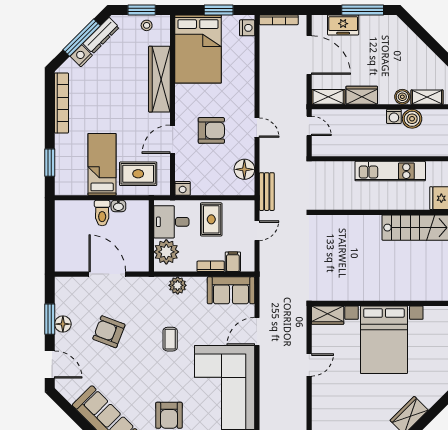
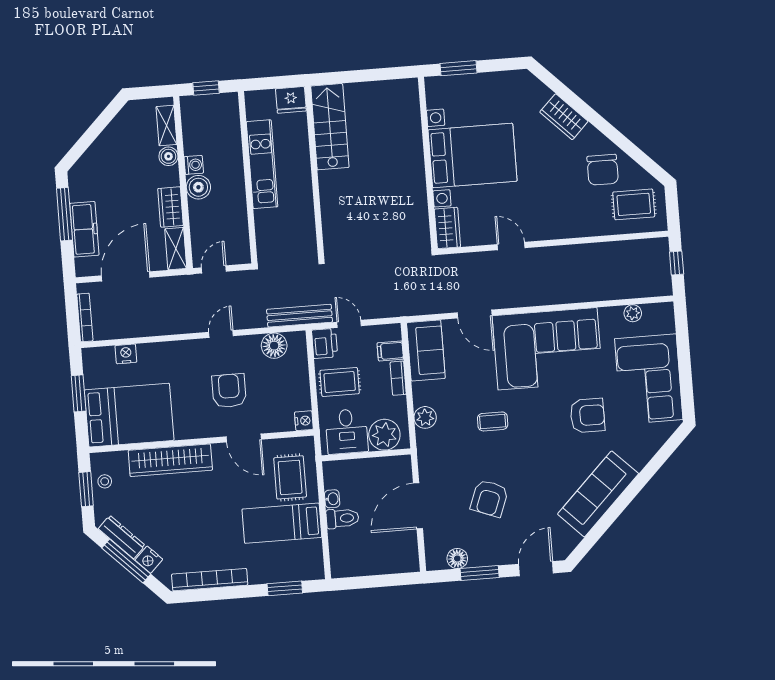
freezer: (343, 25) -> (84, 229), width x1.40
nightstand: (247, 28) -> (126, 354), moved
boiler: (412, 119) -> (198, 187), moved
bench: (267, 192) -> (300, 316), width x1.36
printer: (243, 210) -> (325, 343), added
floor lamp: (63, 324) -> (457, 558), moved

